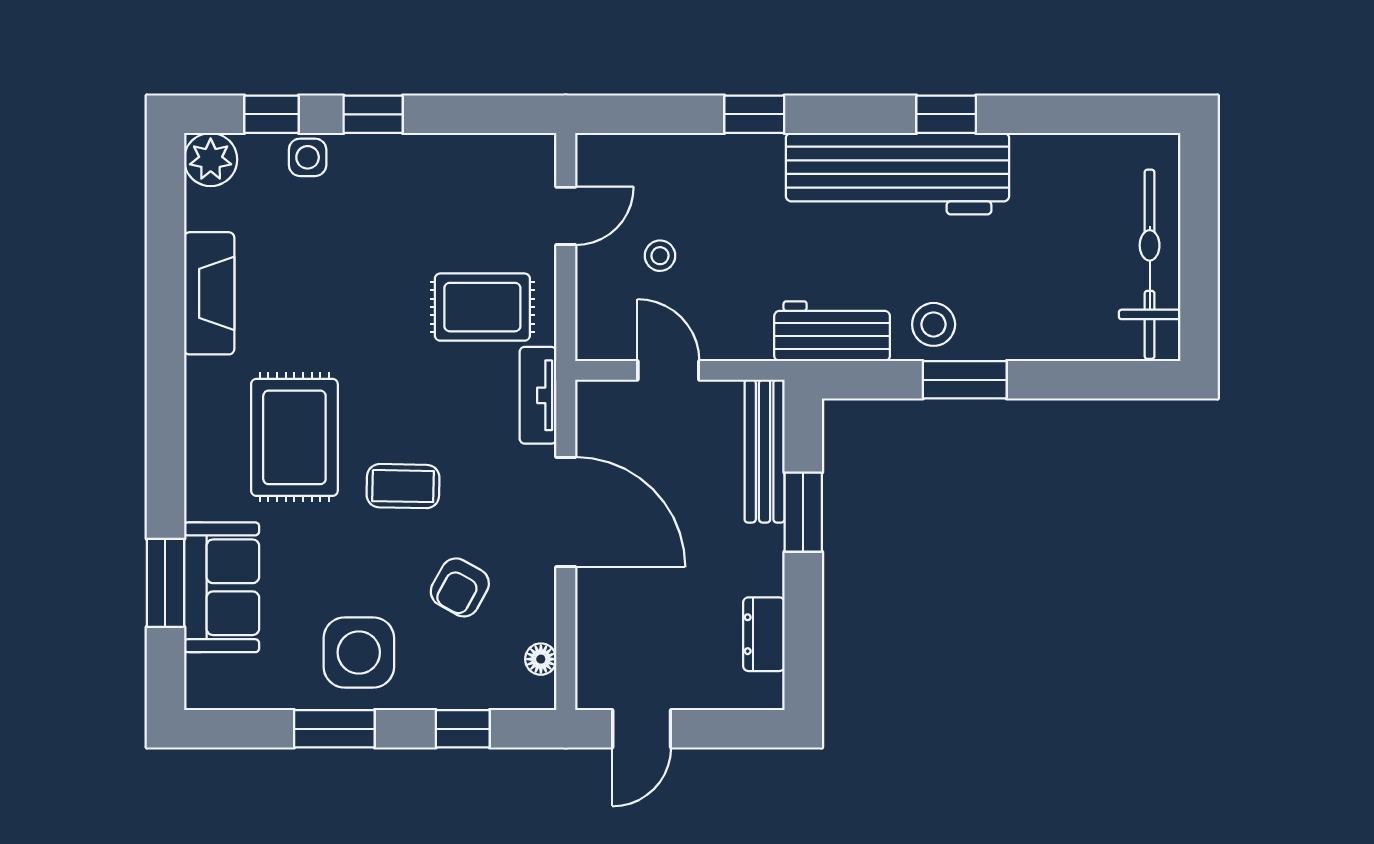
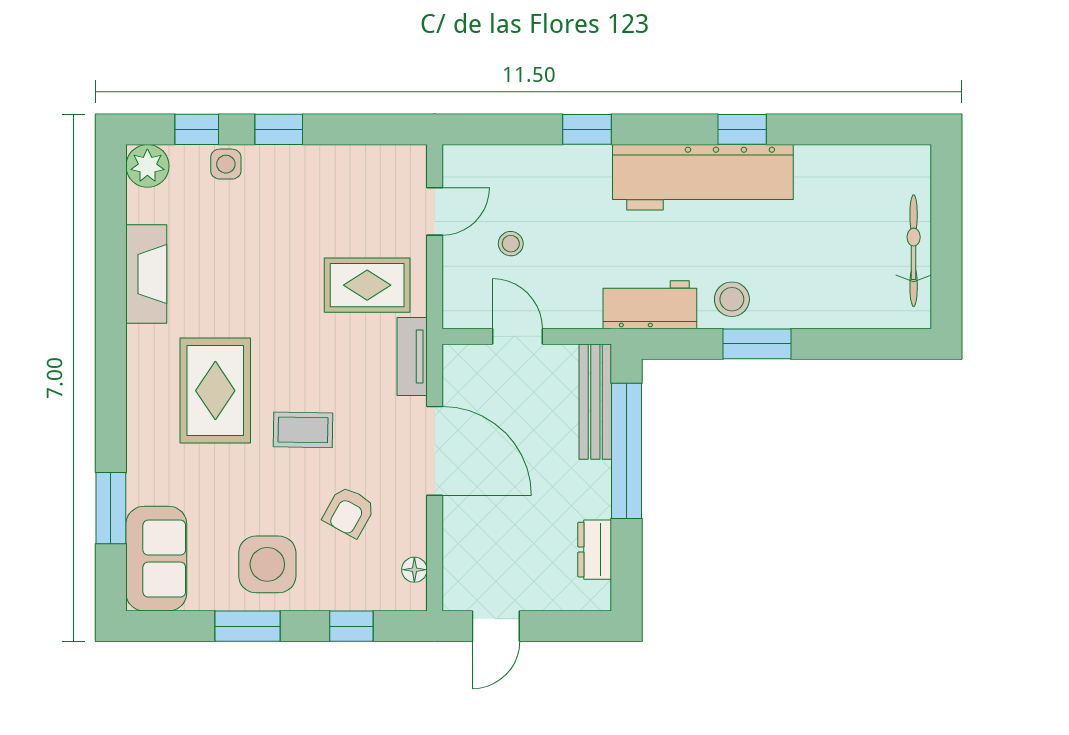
bicycle: (1150, 264) -> (914, 251), width x0.73, depth x0.71
window: (803, 512) -> (627, 451), width x2.11
sofa: (222, 587) -> (156, 559), moved

